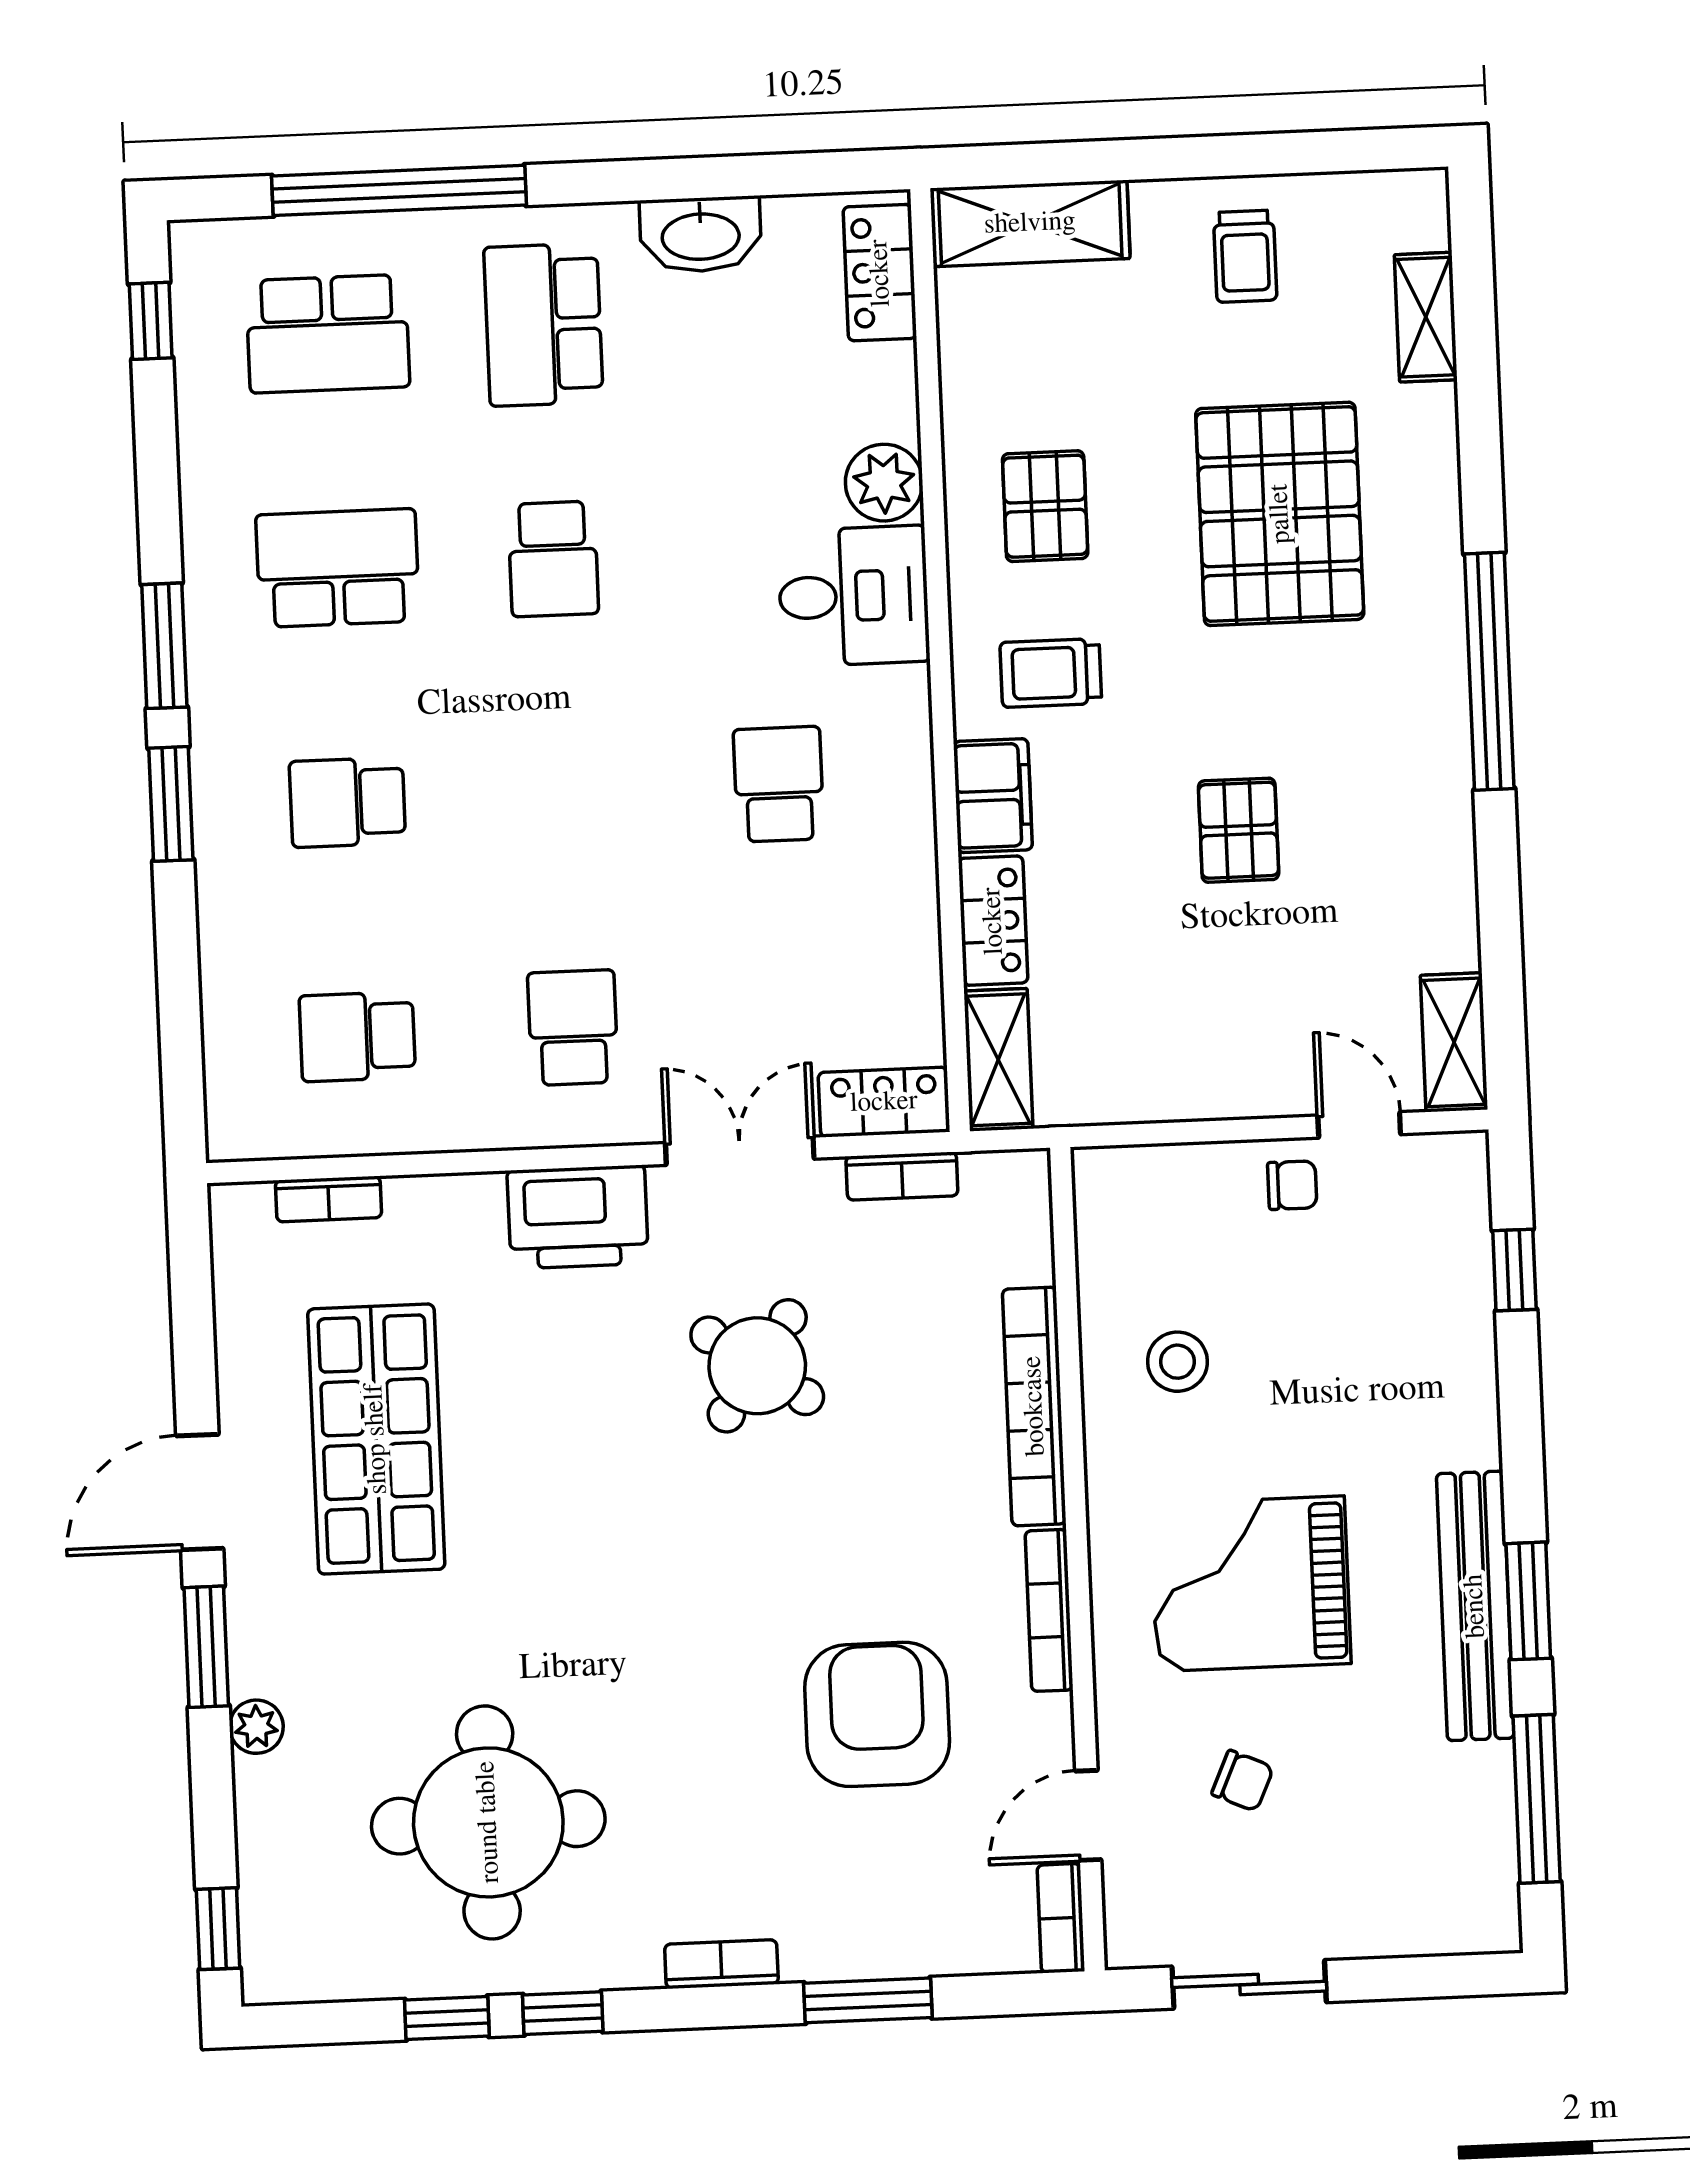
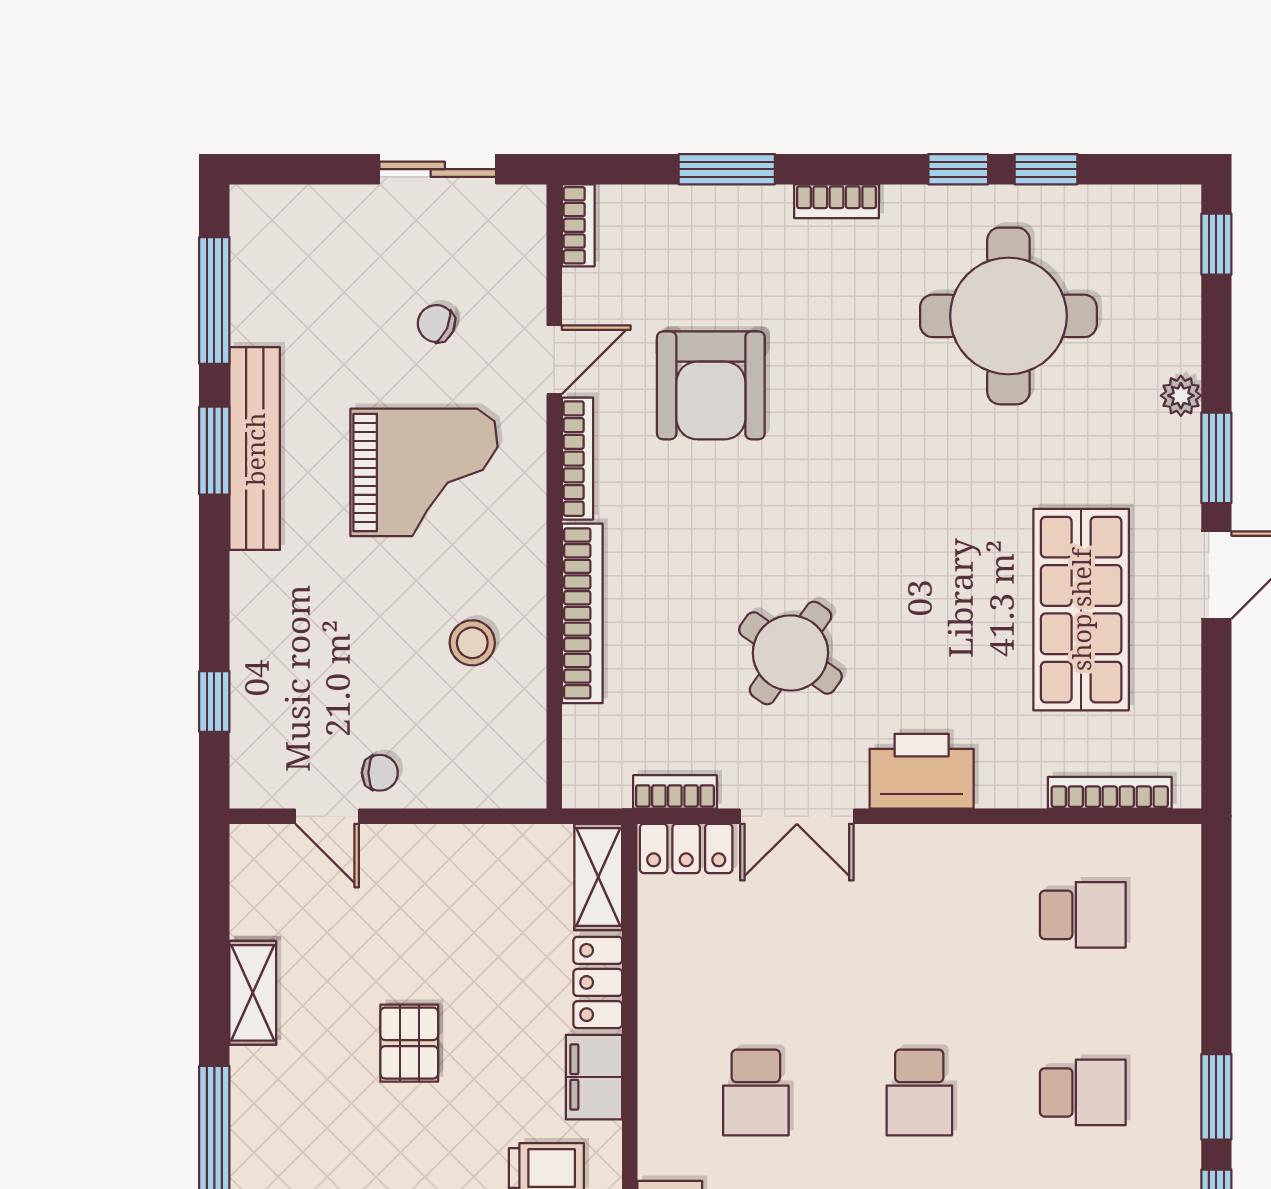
school desk: (573, 1028) -> (919, 1092), moved
shelving: (1454, 1042) -> (253, 993), moved
chair: (1292, 1185) -> (380, 773), turned 180
bookcase: (328, 1199) -> (1110, 793), width x1.56
door: (1088, 1815) -> (554, 360), moved

